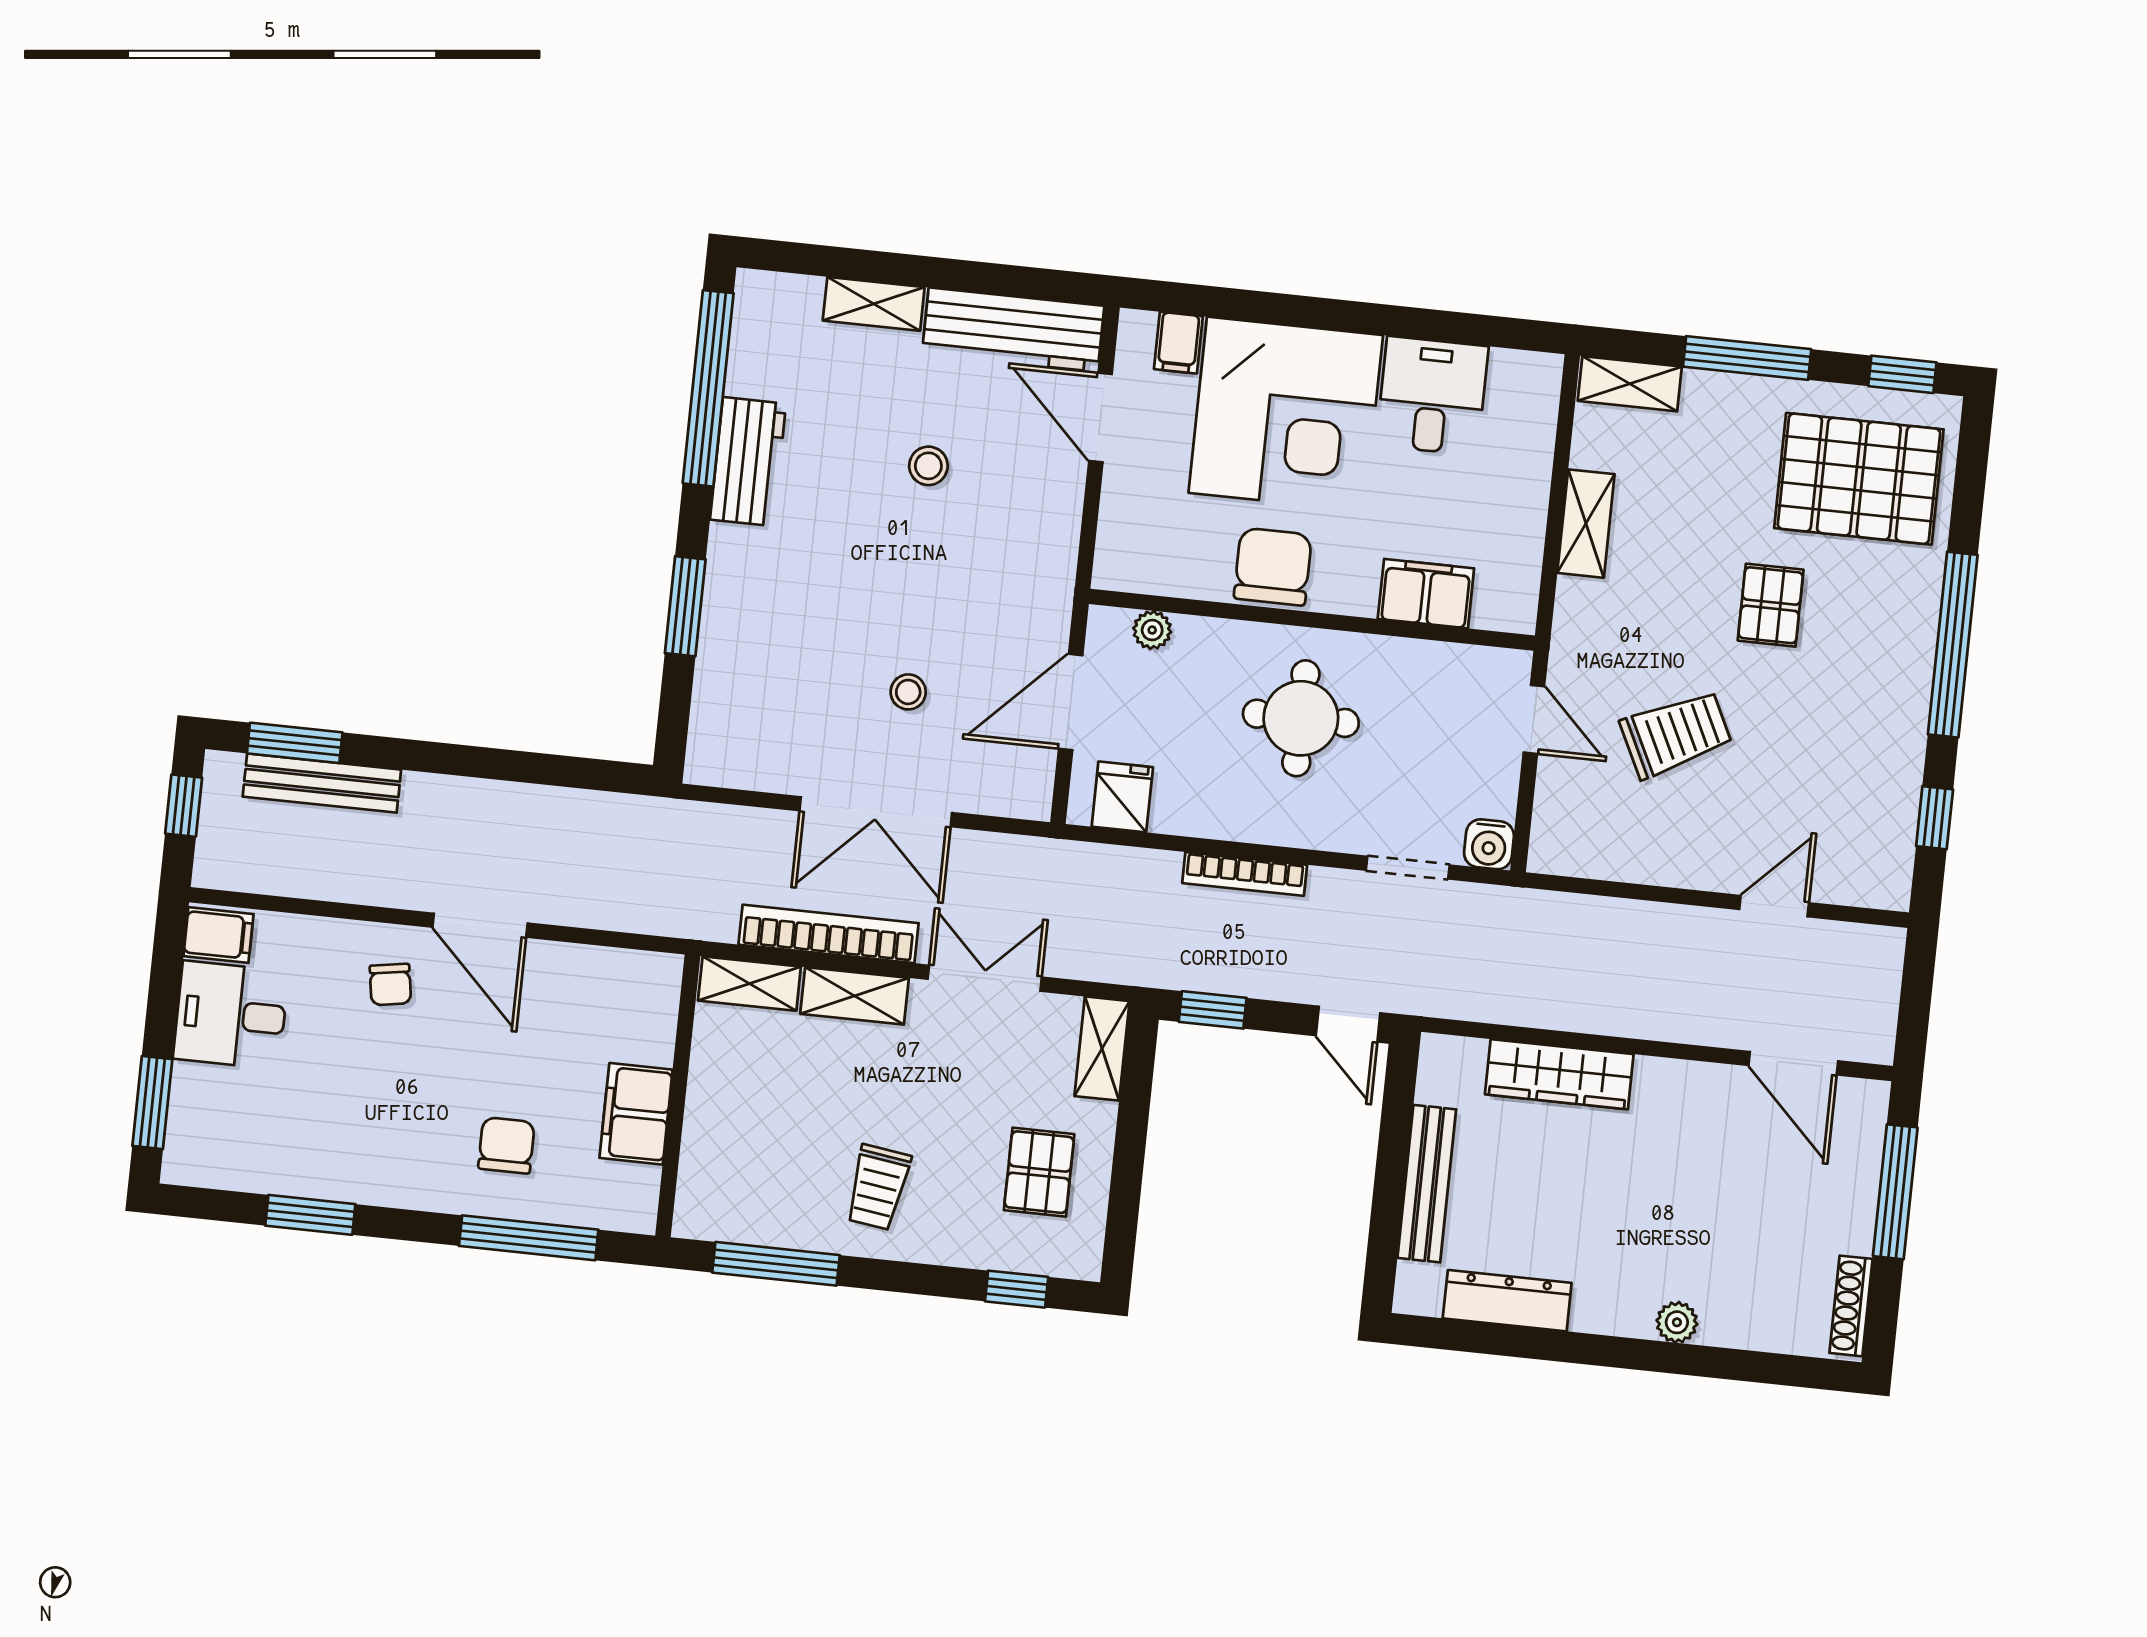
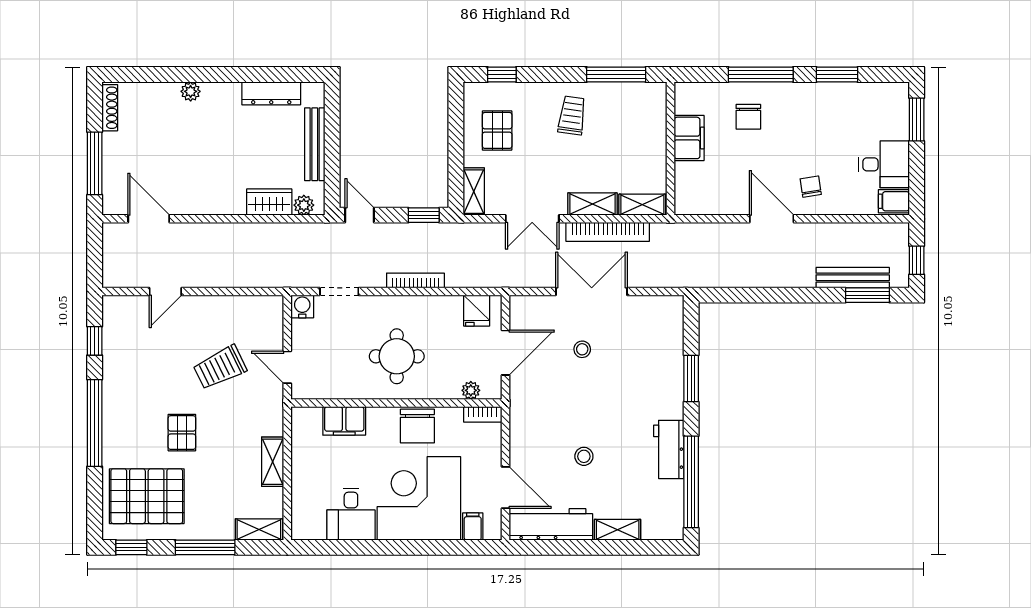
bookcase: (1132, 577) -> (483, 414), added
plant: (1463, 1058) -> (304, 205), added
wardrobe: (1559, 1074) -> (269, 202), width x0.67
window: (529, 1238) -> (761, 75), moved

